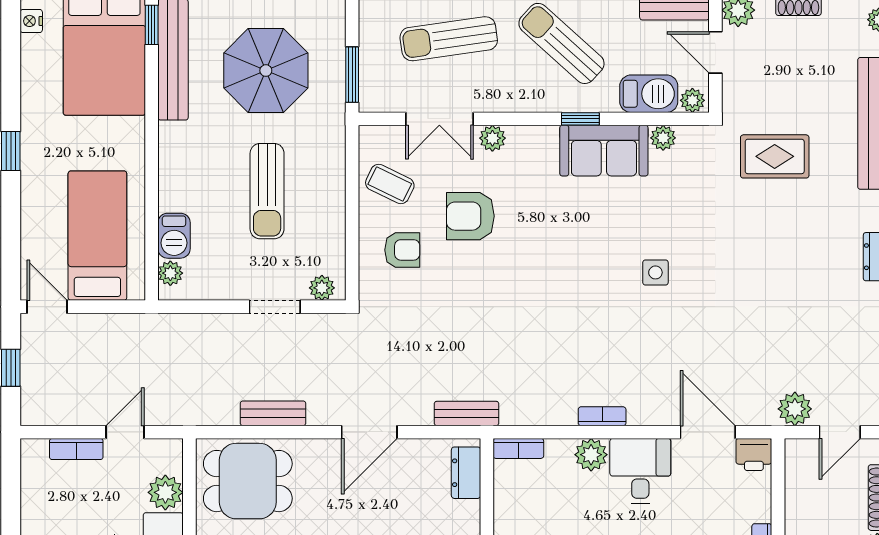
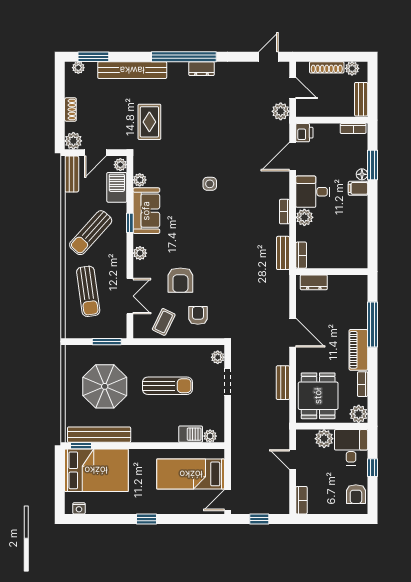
plant: (492, 138) -> (140, 253), moved
bench: (466, 413) -> (283, 253), moved
bookcase: (76, 449) -> (301, 500), moved

